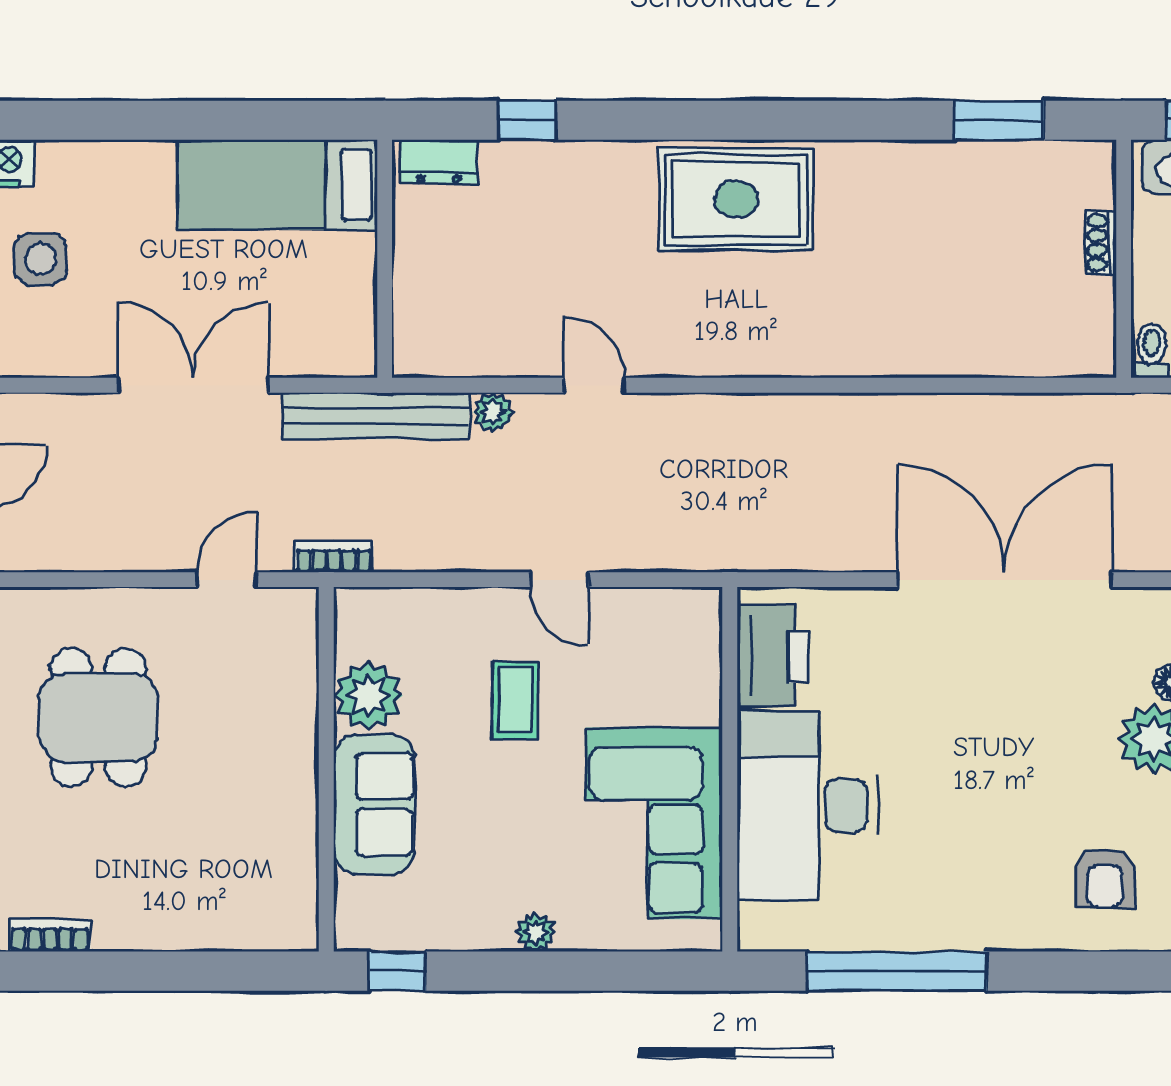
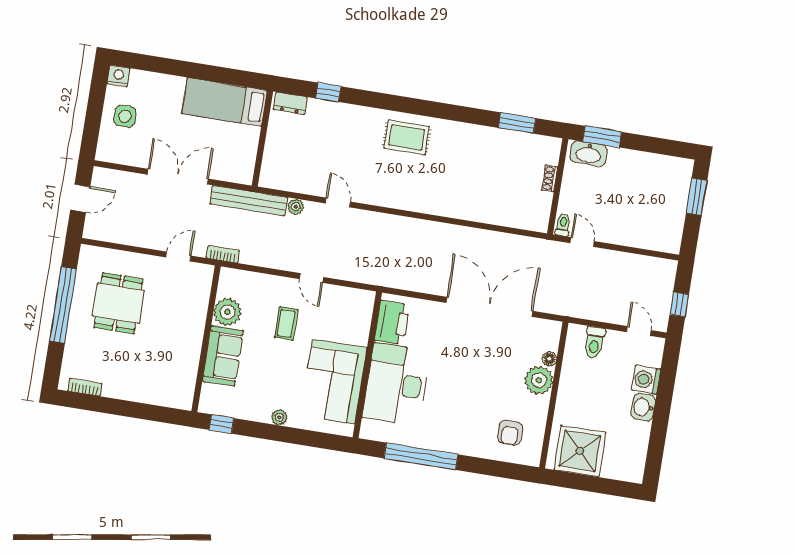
rug: (736, 199) -> (407, 137), width x0.73, depth x0.70

